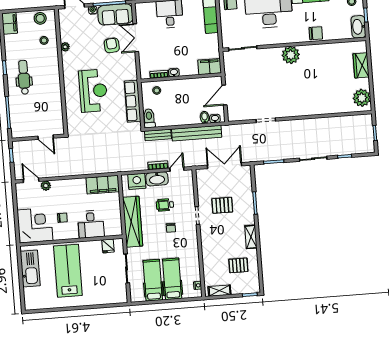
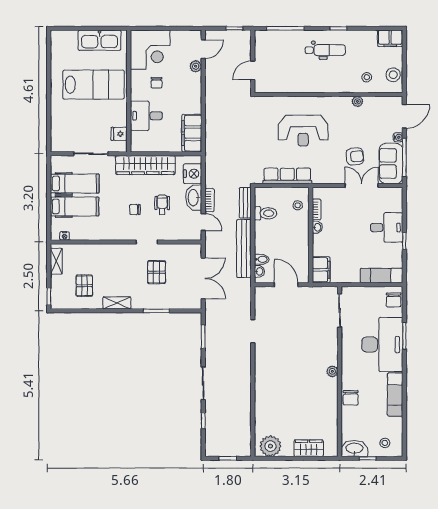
plant: (291, 55) -> (332, 371), width x0.53, depth x0.53
toilet: (149, 118) -> (266, 213), moved

